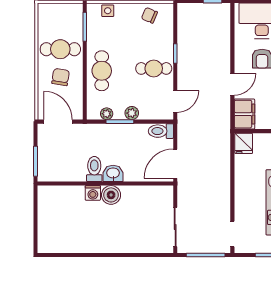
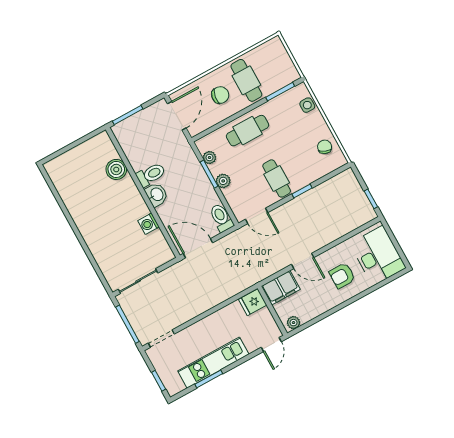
washing machine: (93, 193) -> (149, 224), moved
boiler: (111, 195) -> (116, 169), moved

